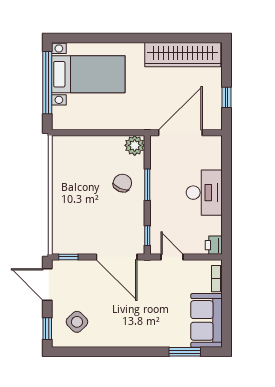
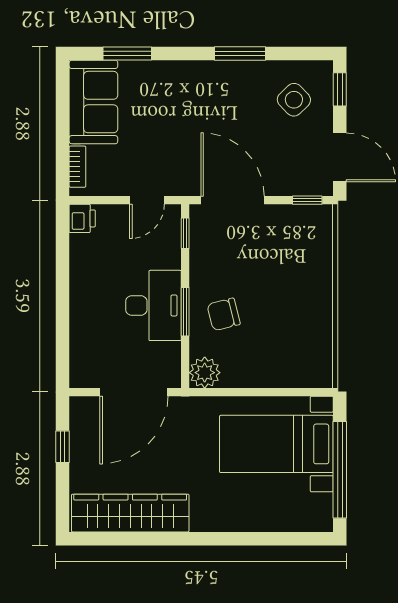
bed with nightstands: (88, 74) -> (276, 444), moved
chair: (122, 183) -> (224, 314), turned 53
desk: (204, 193) -> (153, 305), moved, turned 180
door: (172, 257) -> (147, 200), hinge flipped
window: (112, 352) -> (240, 54), added

